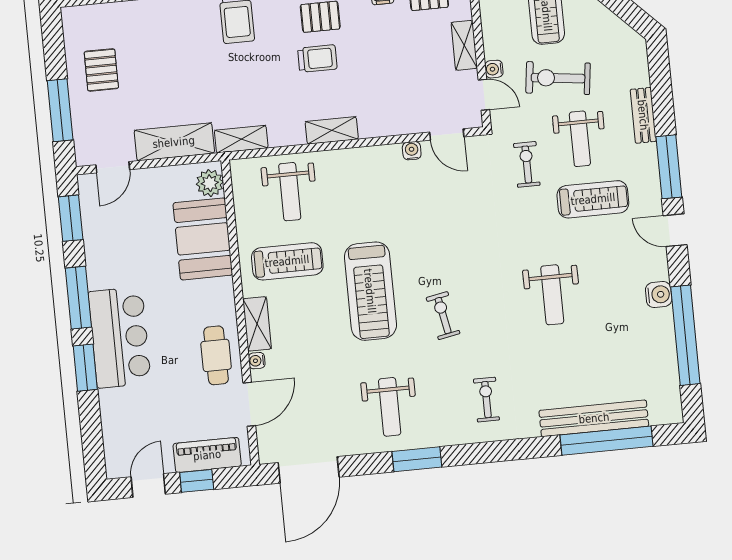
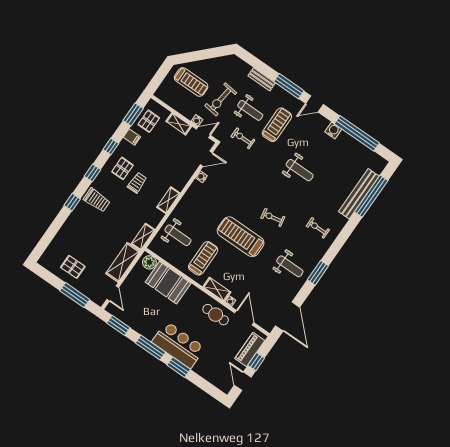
treadmill: (370, 291) -> (241, 237), turned 180

